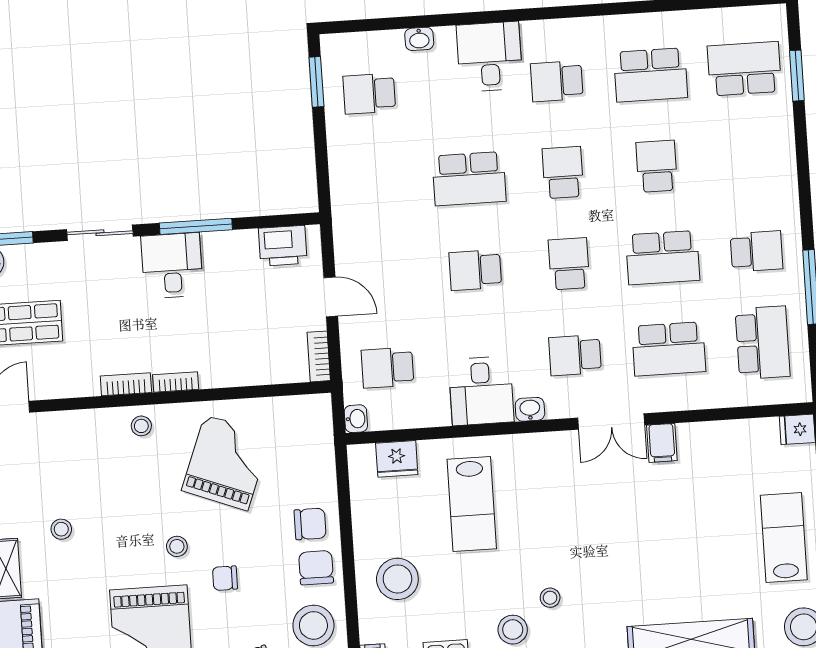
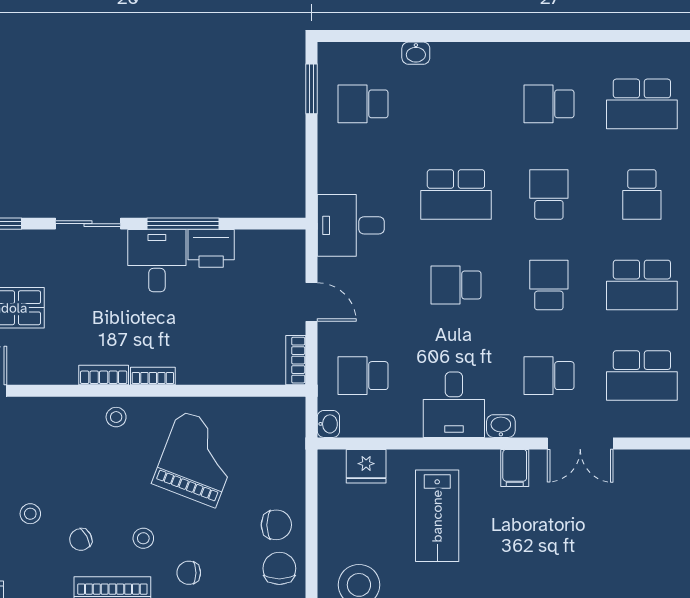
desk: (489, 57) -> (351, 225), moved, turned -90
school desk: (657, 166) -> (642, 194), turned 180
printer: (283, 246) -> (211, 248), moved
filing cabinet: (662, 443) -> (515, 468), moved
chair: (114, 552) -> (81, 540), added

